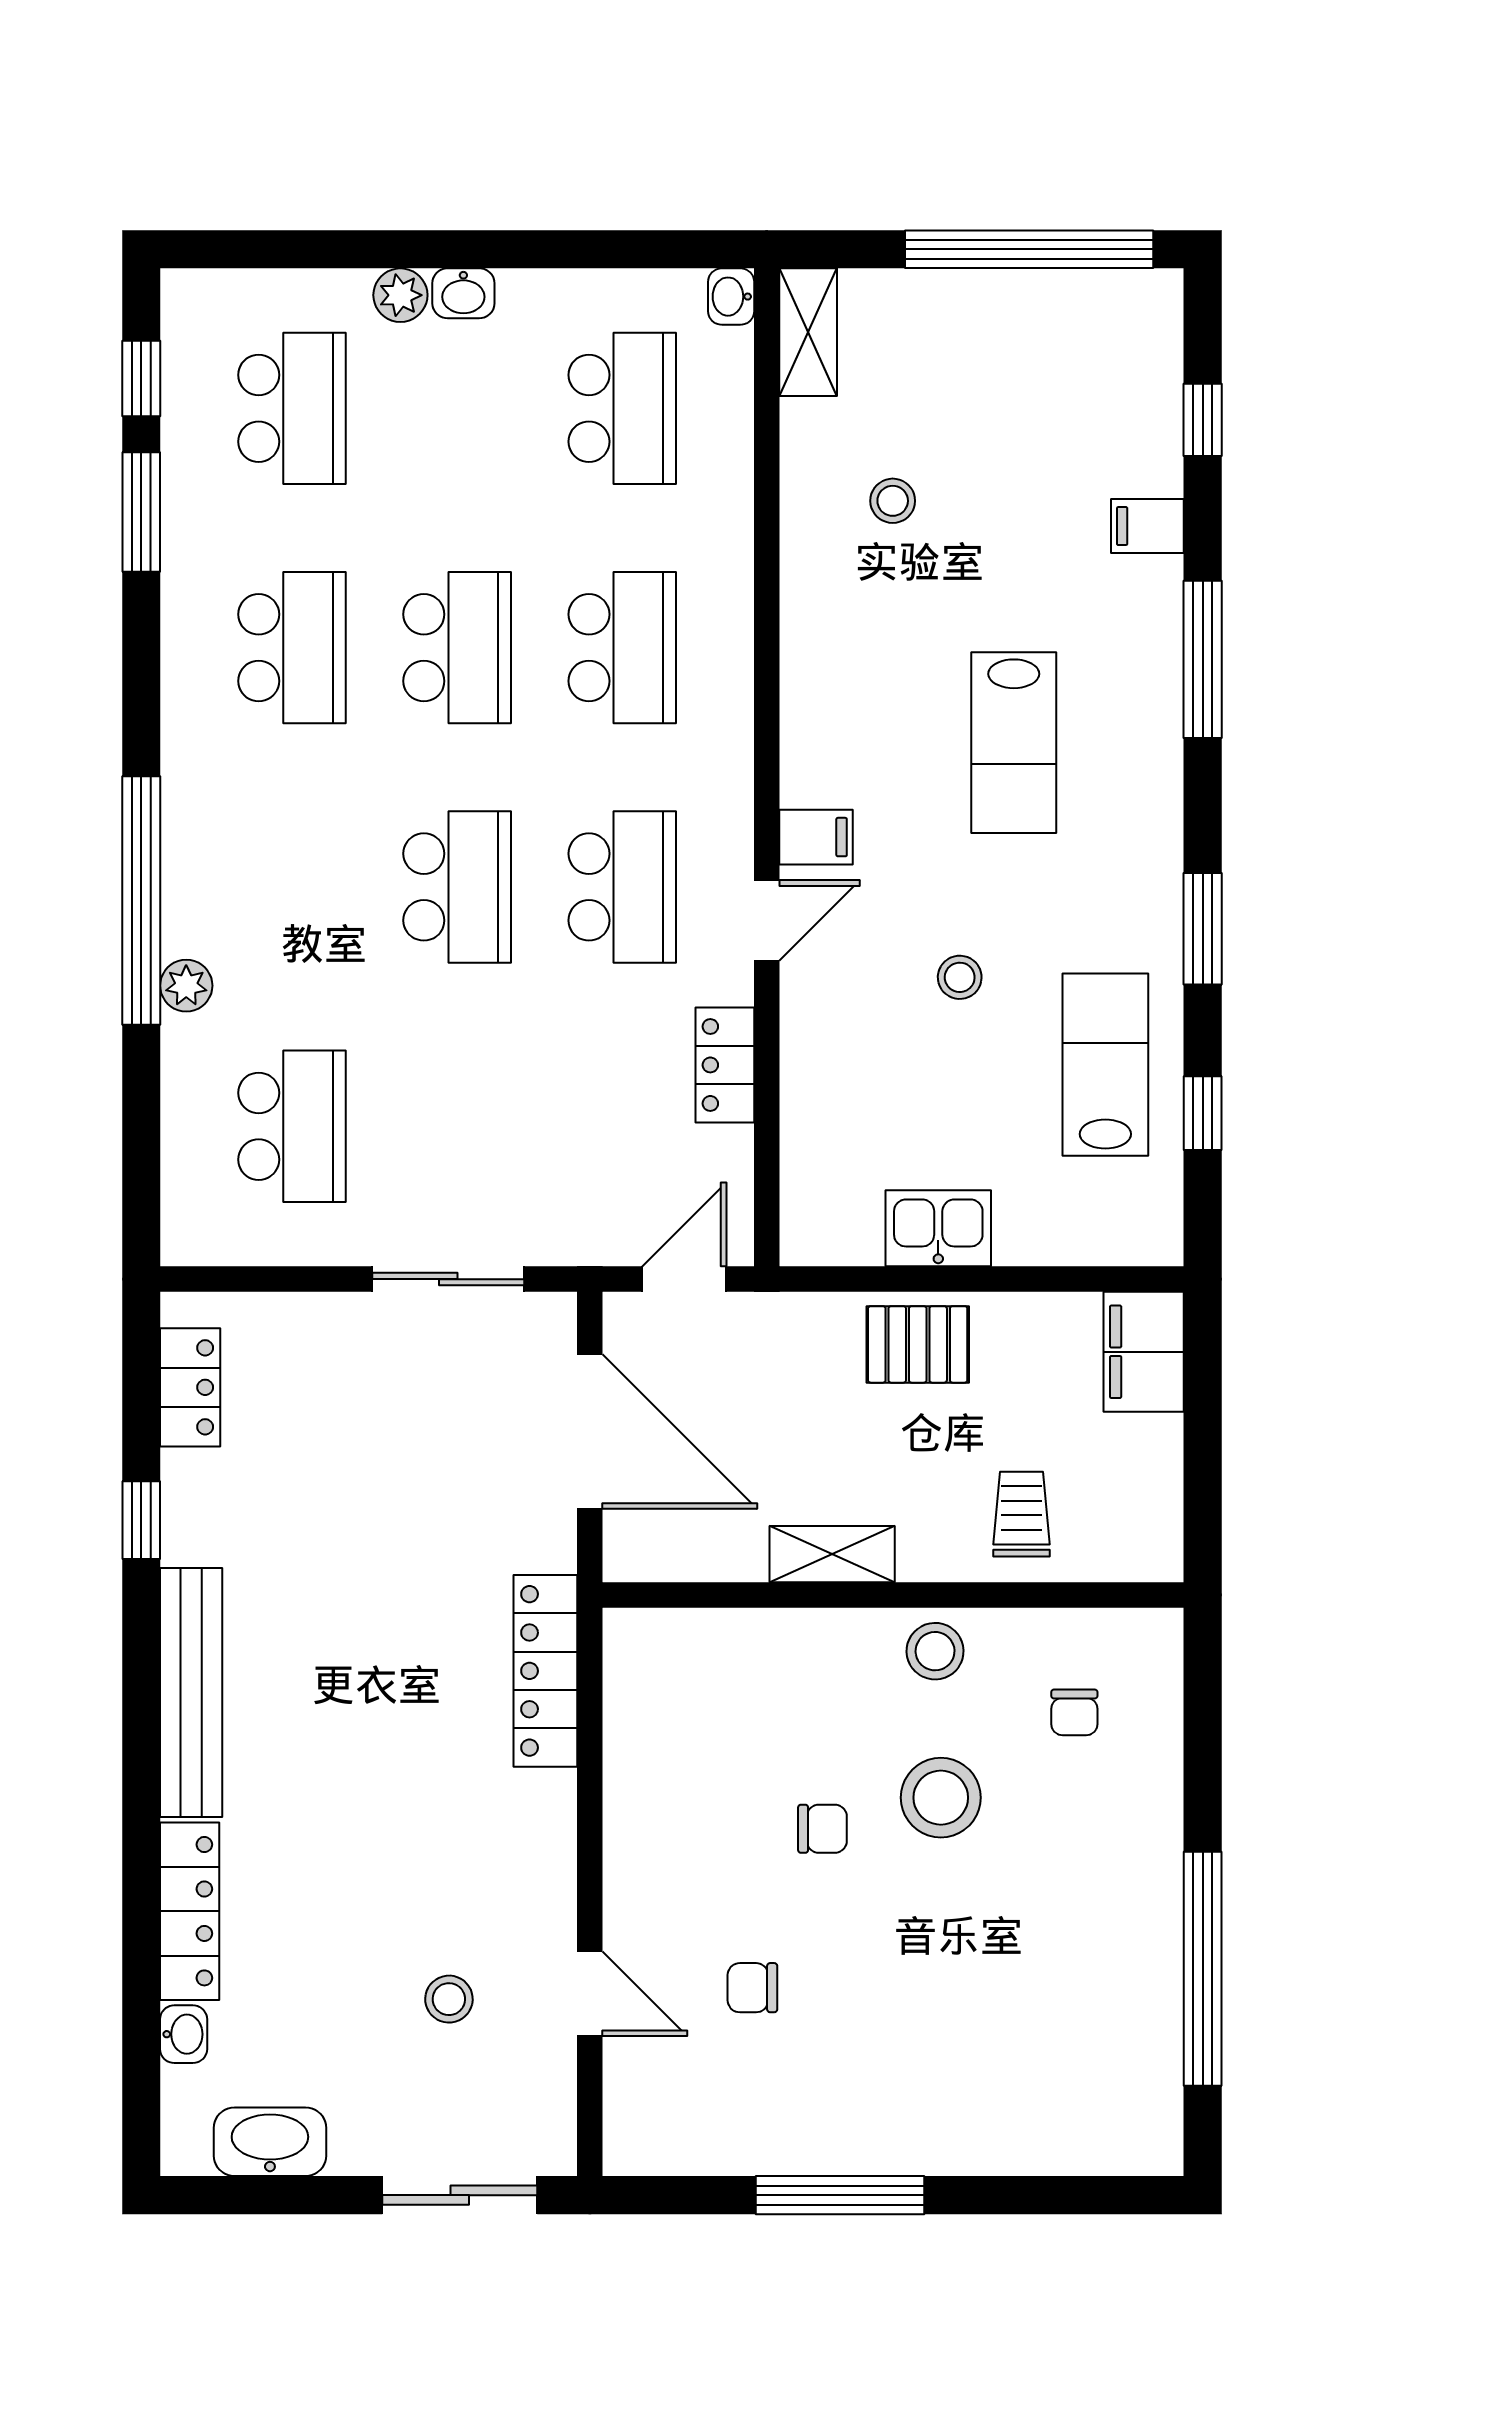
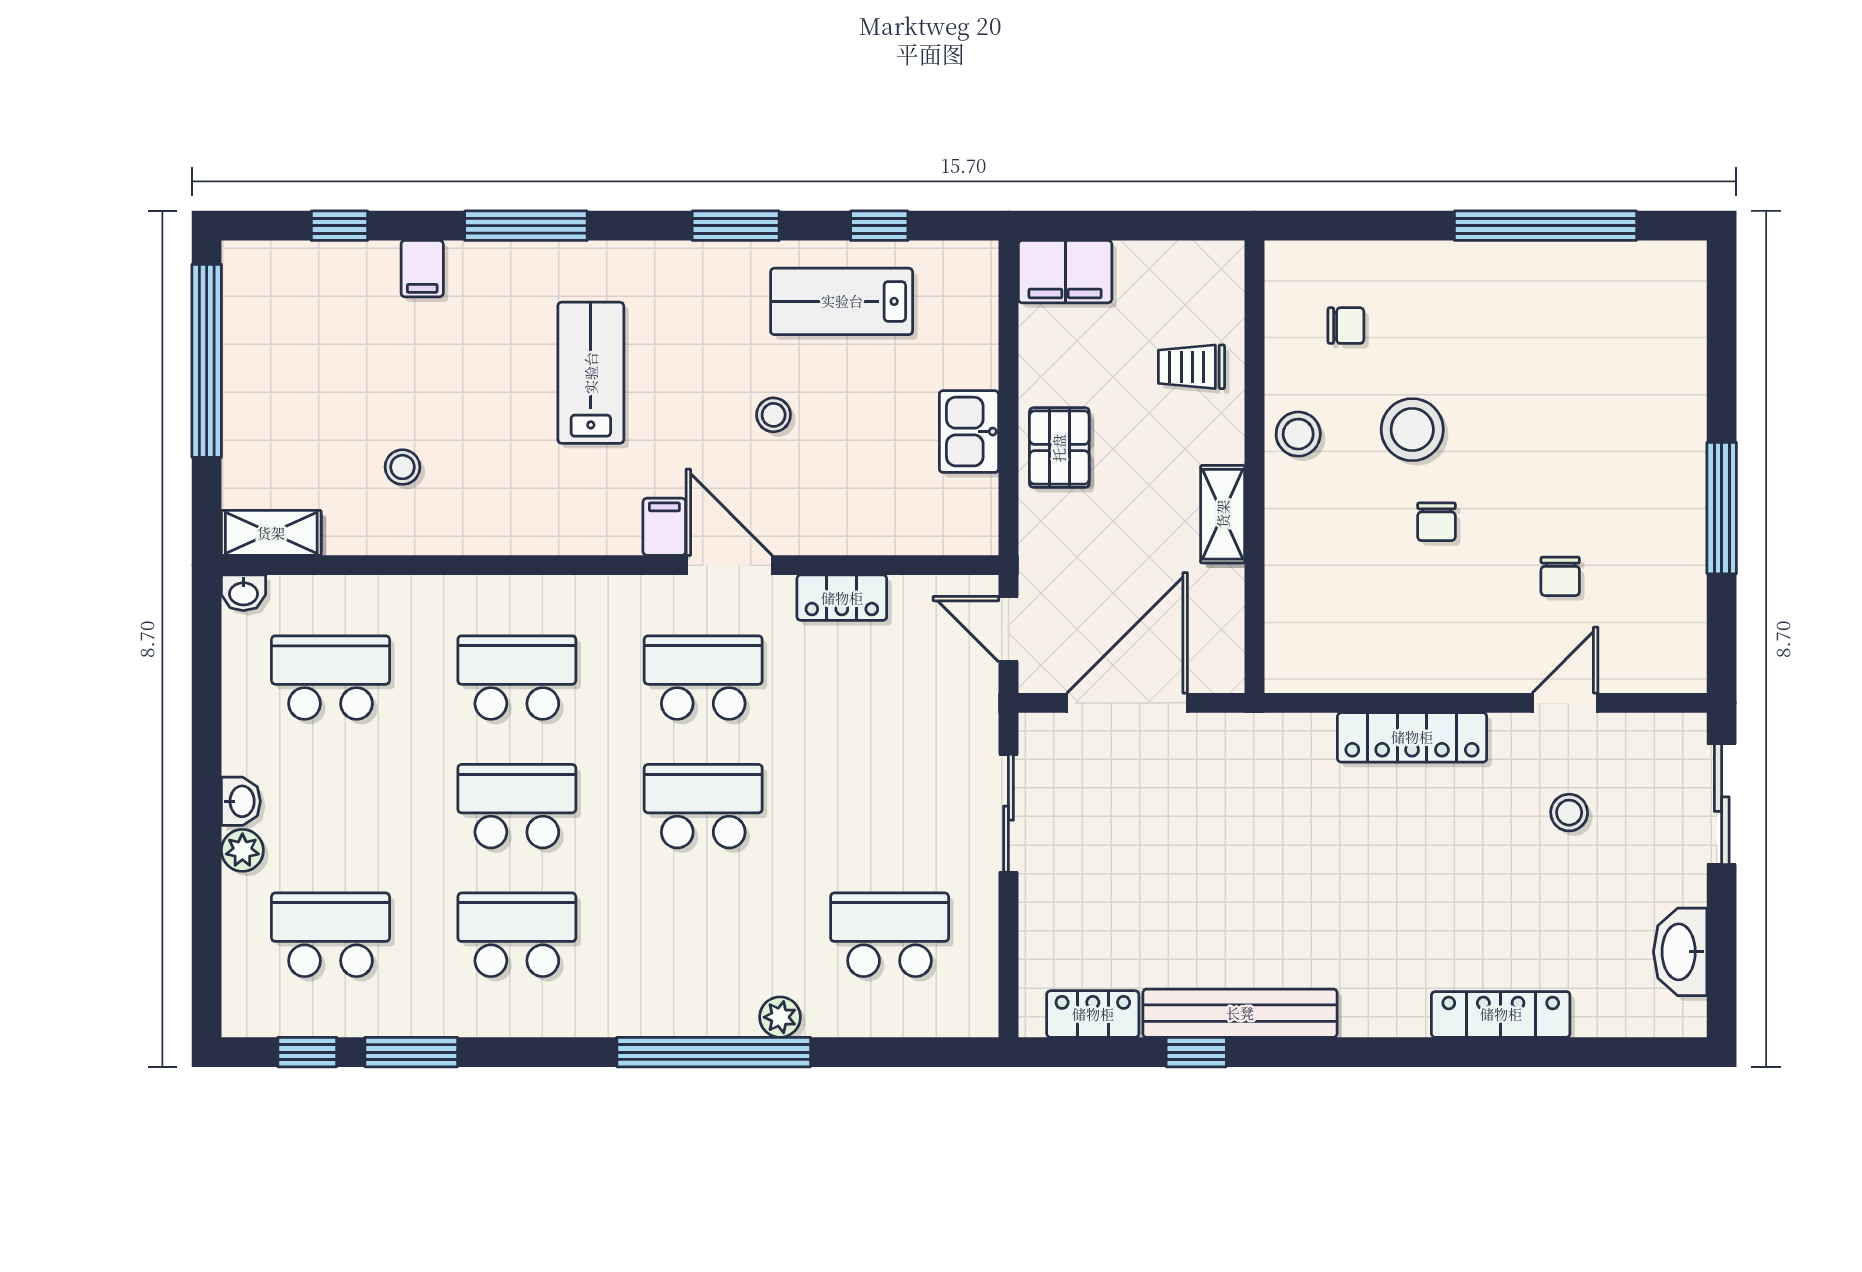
lab bench: (1014, 743) -> (591, 373), turned -90
door: (767, 920) -> (729, 565), width x1.38
locker: (545, 1671) -> (1412, 737), moved
bench: (191, 1693) -> (1240, 1013), moved
chair: (822, 1829) -> (1436, 522), turned 180
washbasin: (184, 2034) -> (1596, 1019), removed

